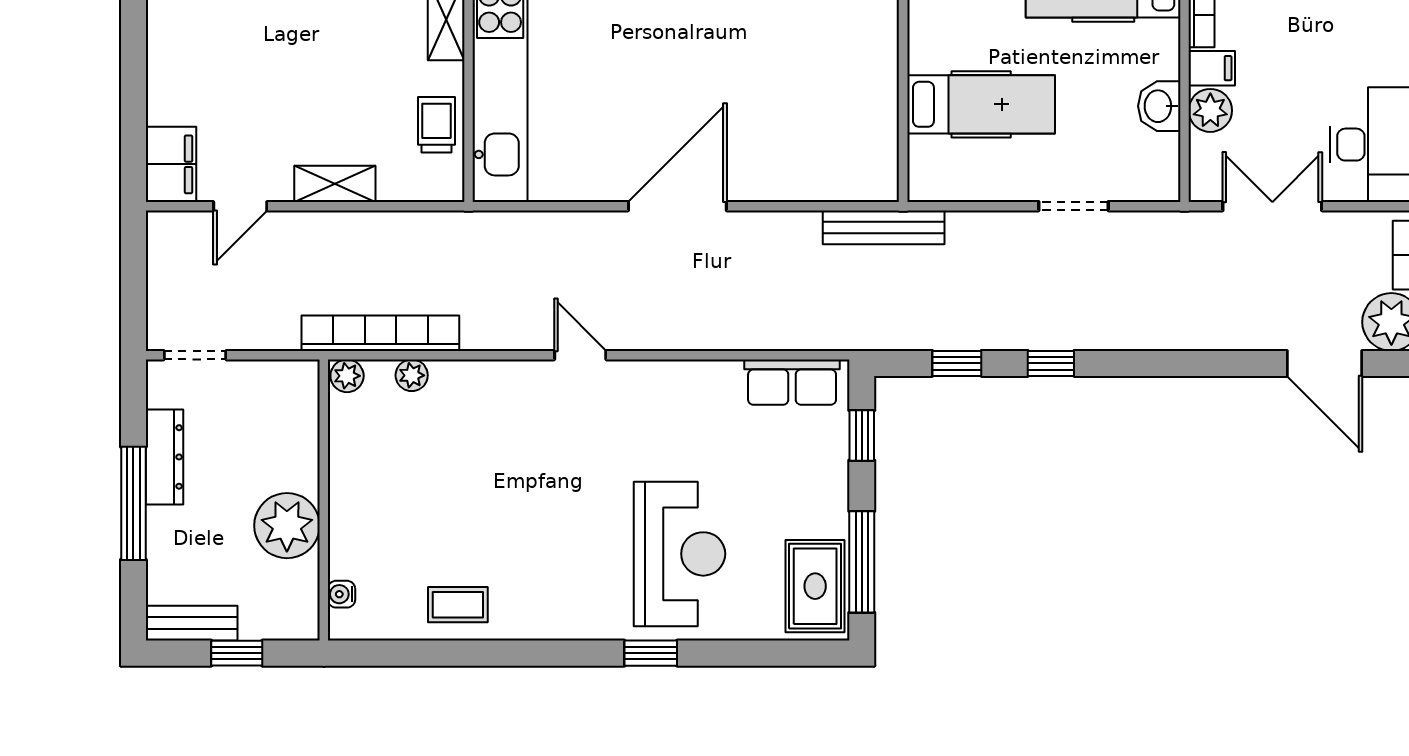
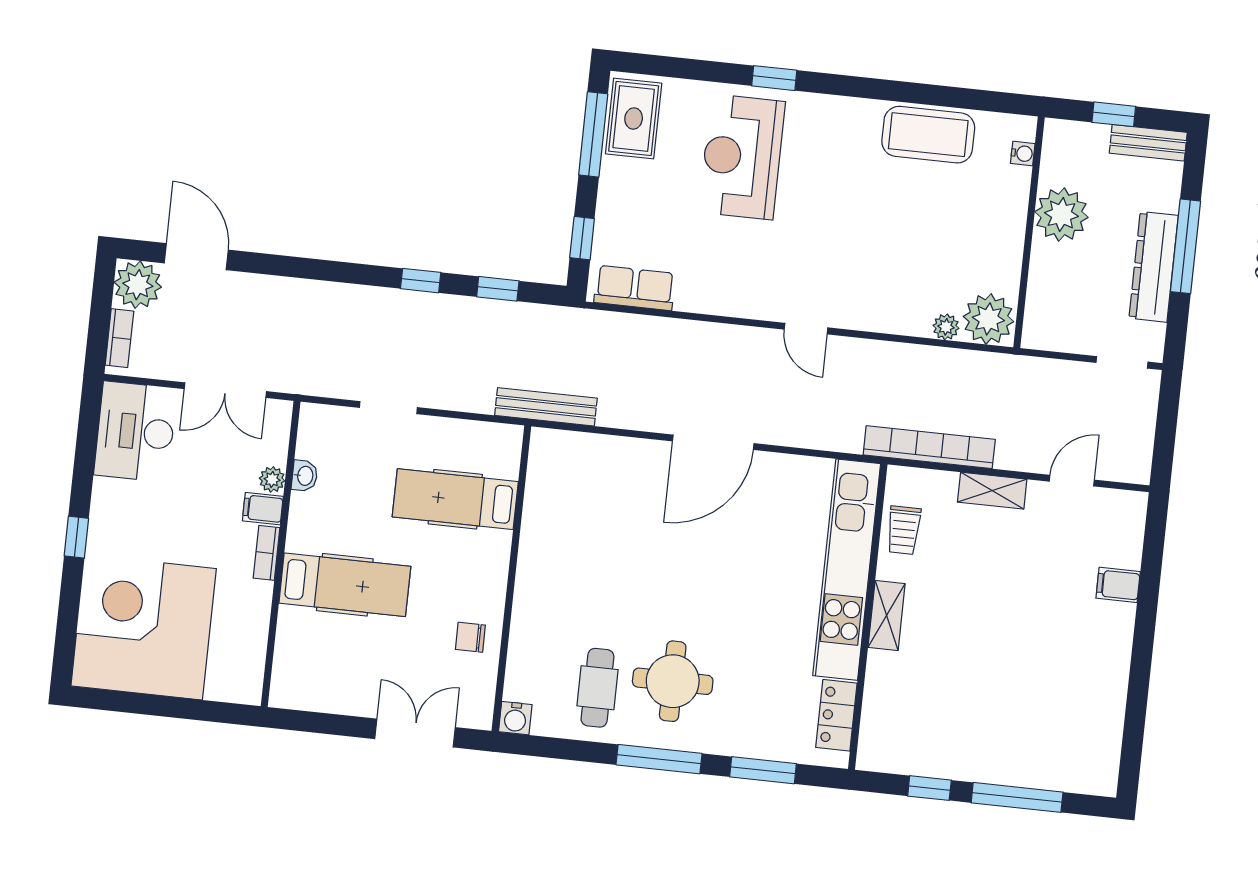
washbasin: (1159, 106) -> (305, 476), width x0.72, depth x0.69
plant: (1210, 110) -> (272, 479), width x0.73, depth x0.73
filing cabinet: (171, 164) -> (1118, 585), moved, width x0.50
bookcase: (380, 333) -> (929, 447), moved, turned 180
plant: (347, 376) -> (988, 319), width x1.88, depth x1.88
dresser: (165, 457) -> (1154, 267), width x1.37, depth x1.24
coffee table: (458, 605) -> (928, 135), width x1.86, depth x1.72

